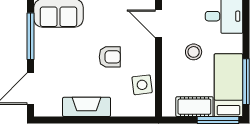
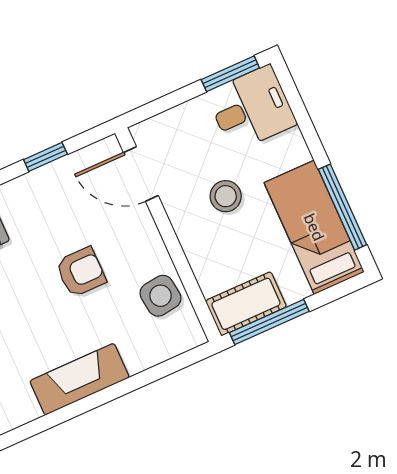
cot: (194, 107) -> (246, 304), moved
window: (218, 120) -> (269, 322), moved

